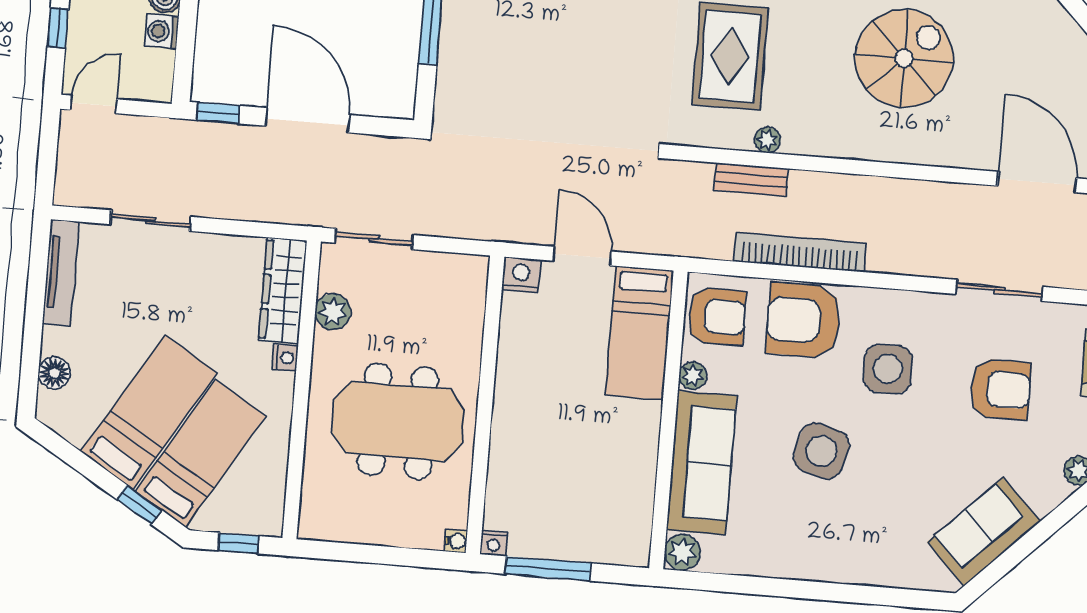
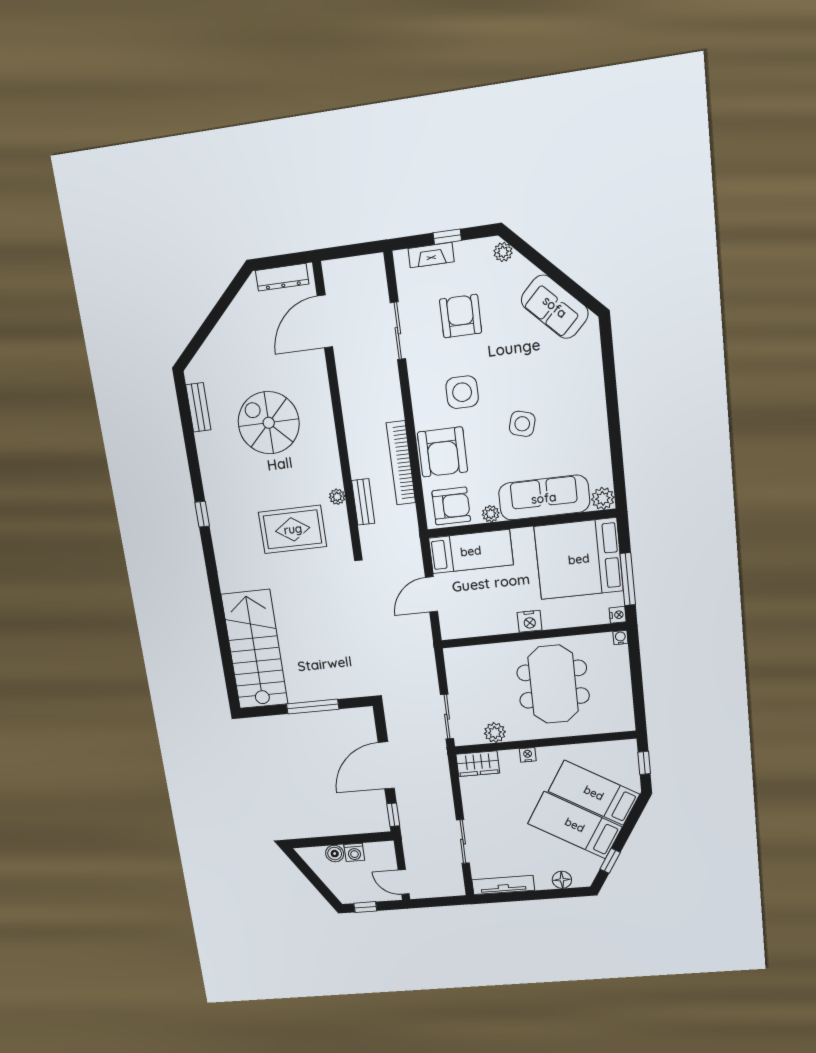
nightstand: (521, 275) -> (530, 621), moved, turned -90
wardrobe: (283, 290) -> (478, 764), width x0.67
armchair: (717, 317) -> (451, 506), turned 90
side table: (821, 451) -> (522, 424), width x0.73, depth x0.73
bed: (595, 499) -> (579, 559), added
window: (139, 505) -> (610, 861), moved

